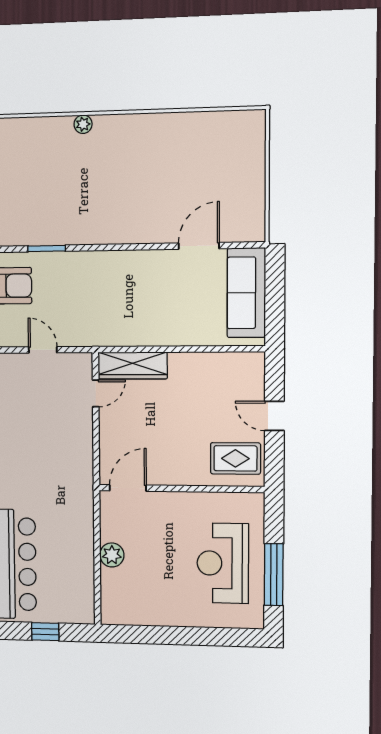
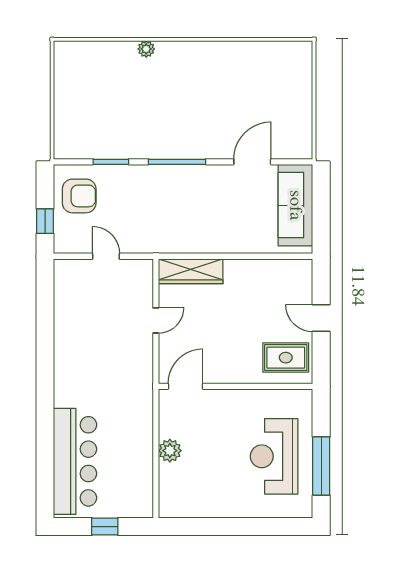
window: (117, 247) -> (177, 162), added
door: (96, 393) -> (156, 320), moved

